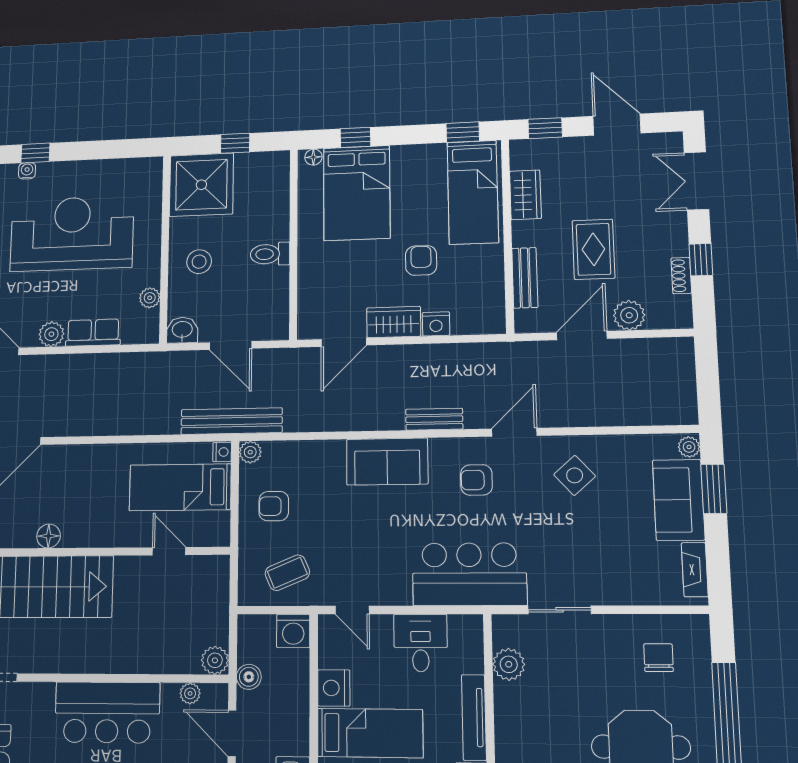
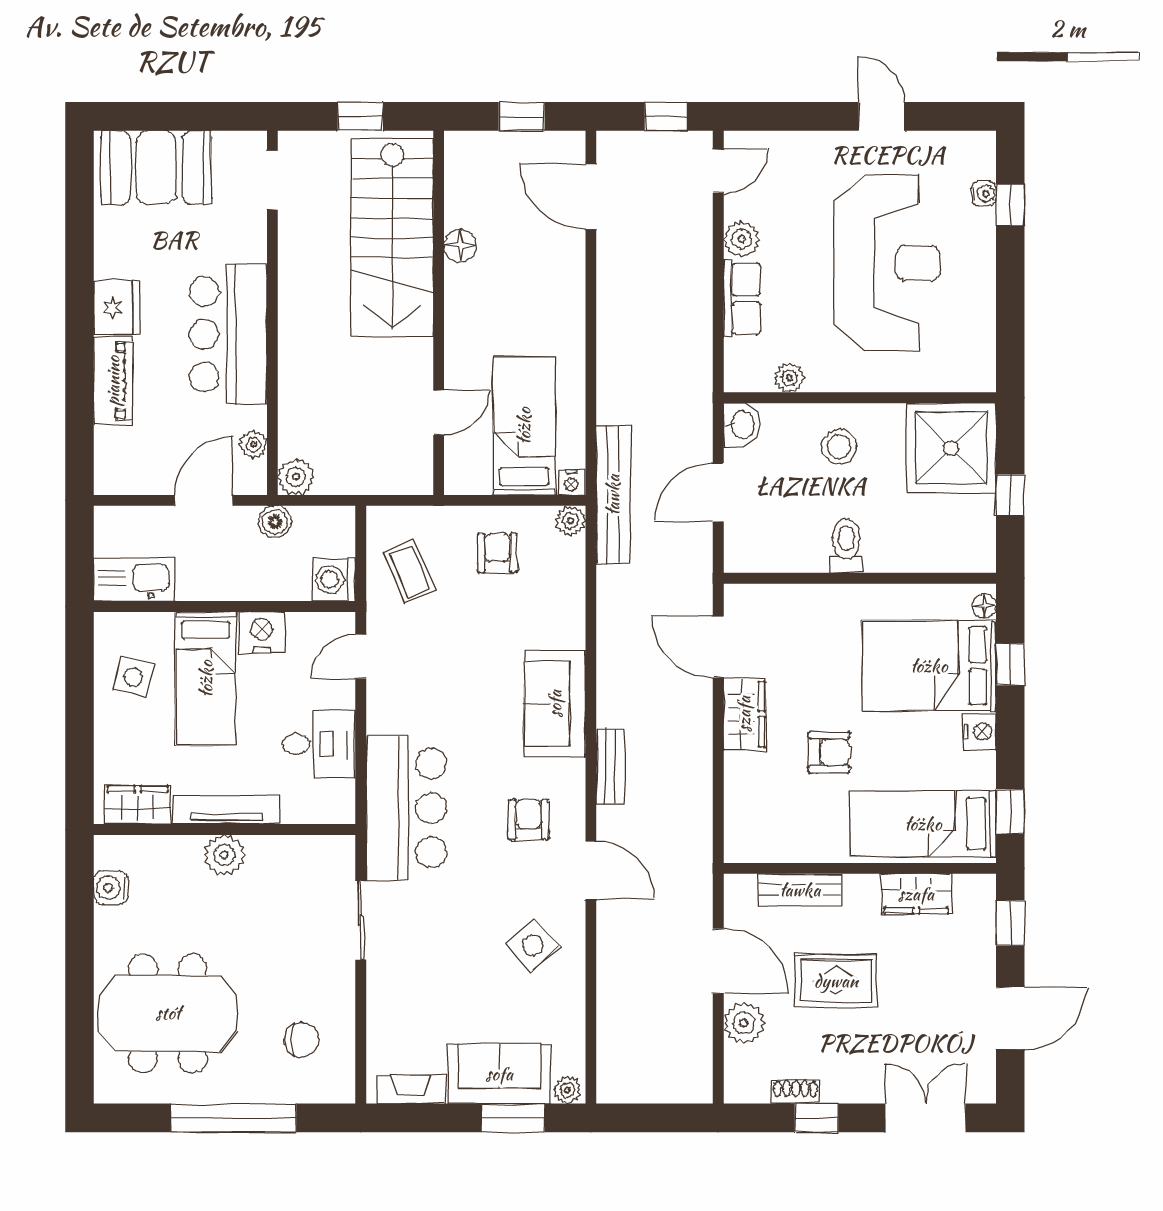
nightstand: (436, 324) -> (980, 732), moved, turned 180
plant: (509, 664) -> (224, 855), moved

